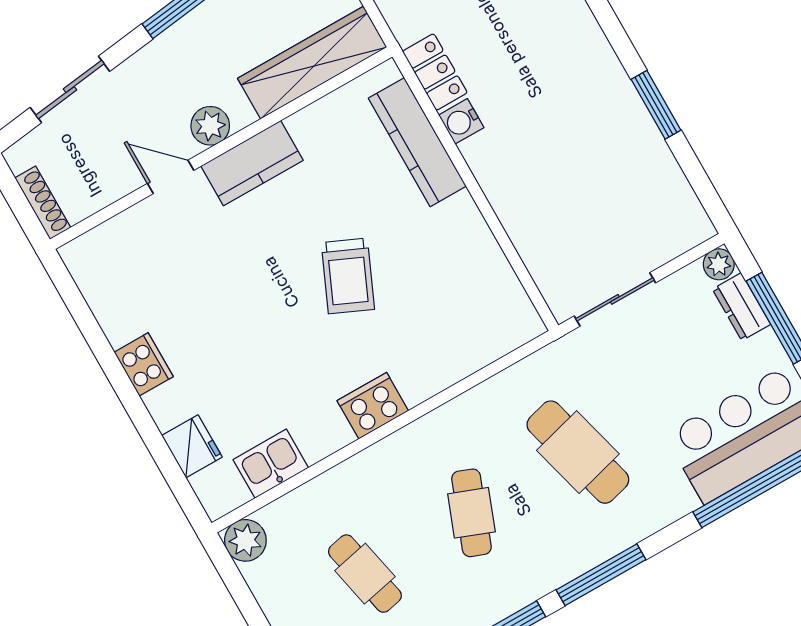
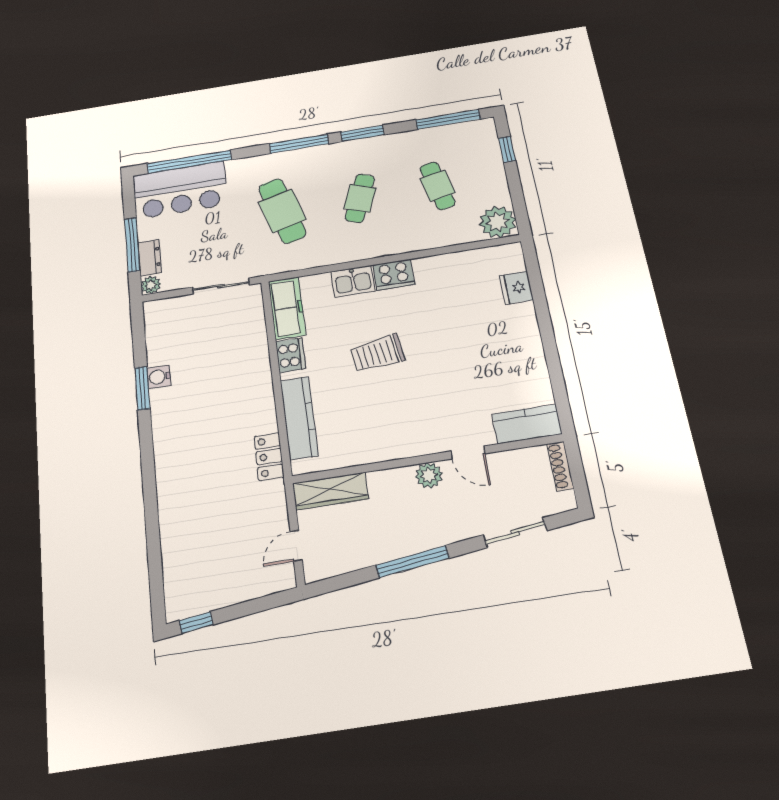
wardrobe: (312, 63) -> (330, 491), width x0.71, depth x0.85
water cooler: (461, 121) -> (159, 377), moved, turned 180
kitchen counter: (252, 163) -> (527, 424), moved
trolley: (348, 276) -> (377, 353), turned -122
freezer: (504, 299) -> (287, 308), added
cooker: (144, 364) -> (291, 355), moved, turned 180
kitchen sink: (271, 464) -> (353, 281), moved
plant: (245, 540) -> (498, 222), width x1.36, depth x1.36

